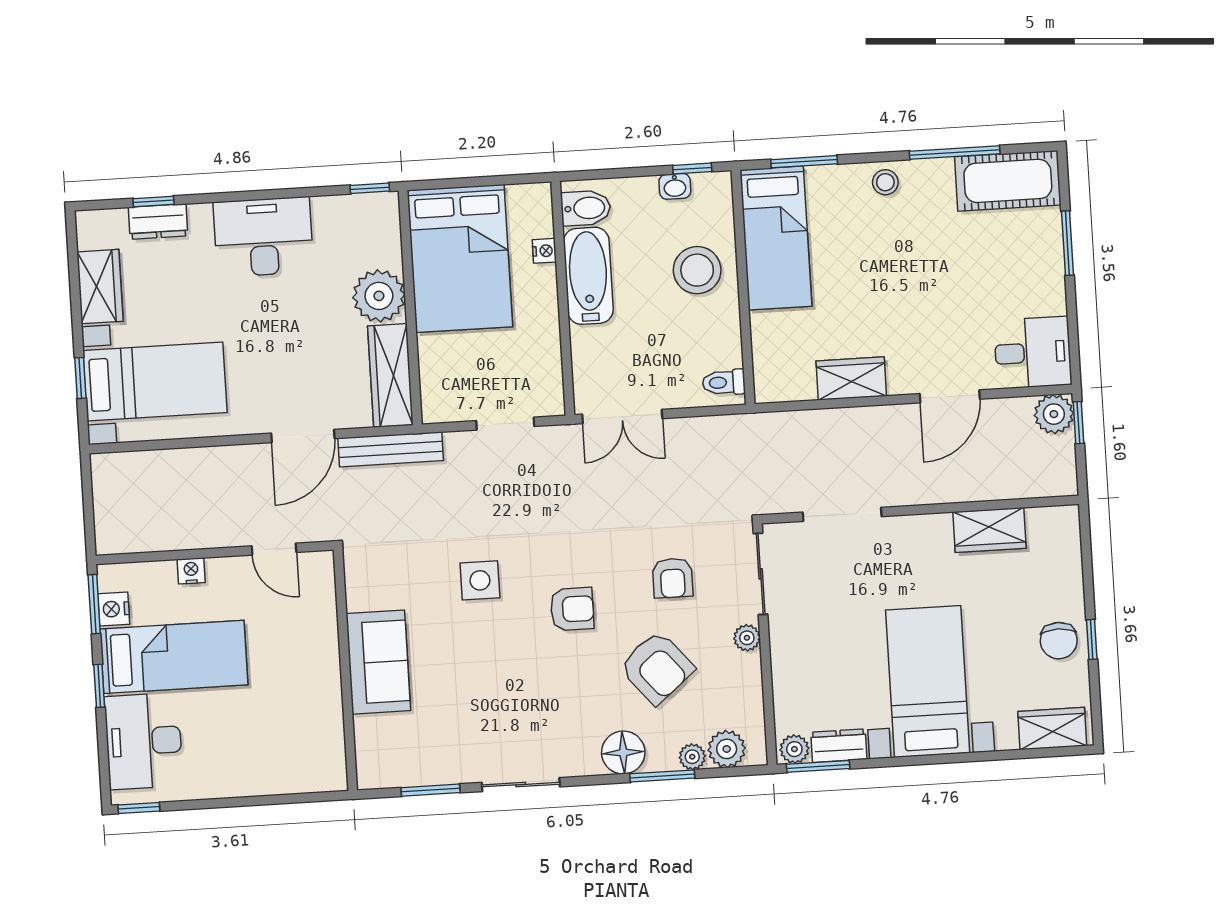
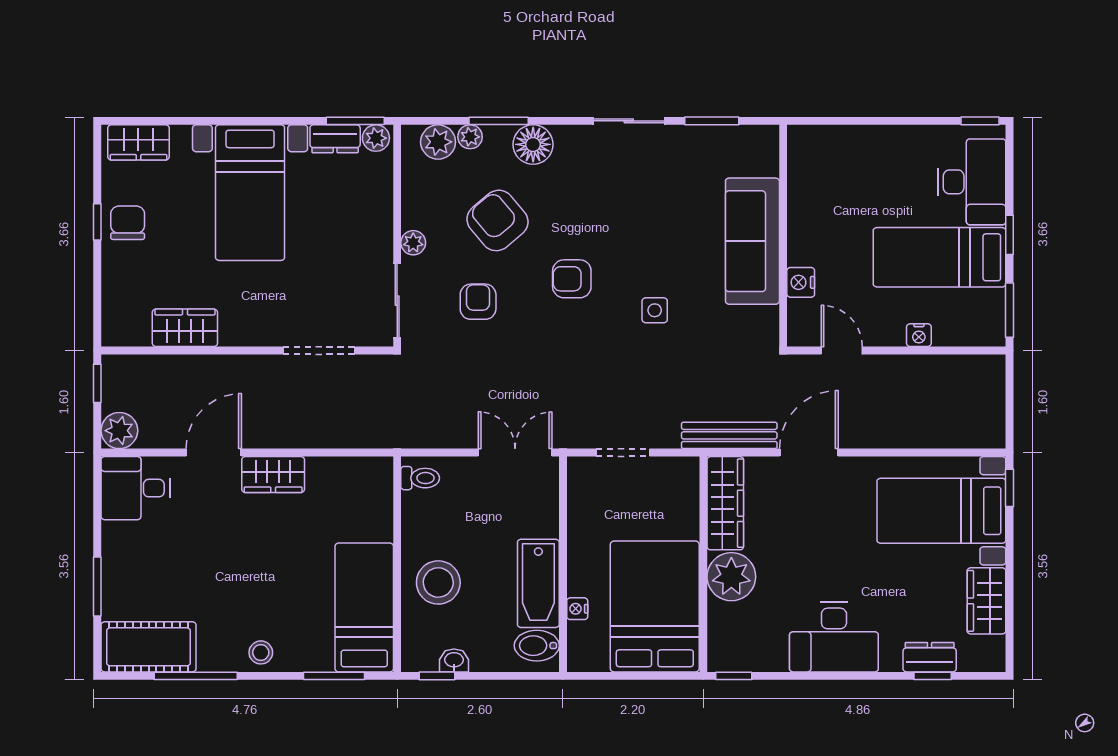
window: (80, 378) -> (1010, 488), moved
wardrobe: (851, 378) -> (273, 475), moved
window: (1078, 423) -> (97, 383), moved
side table: (480, 580) -> (655, 310), width x0.73, depth x0.73
nightstand: (114, 609) -> (801, 282), moved, turned 180
sofa: (378, 662) -> (752, 241), width x1.36

